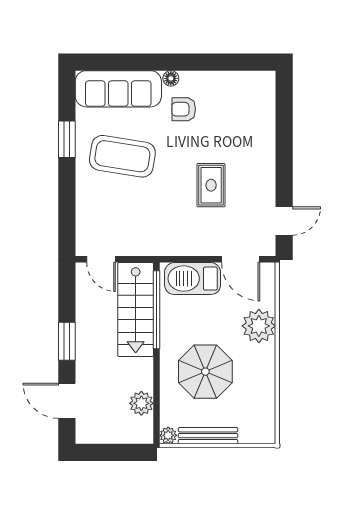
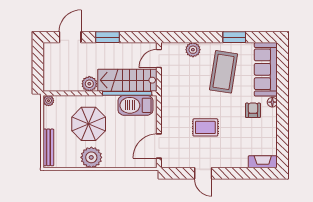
fireplace: (266, 93) -> (263, 162), added
plant: (87, 205) -> (193, 50), added
door: (284, 221) -> (203, 173), moved
barbecue: (193, 279) -> (135, 105), moved, turned -90
plant: (259, 326) -> (91, 157), moved
plant: (141, 403) -> (89, 84), moved
bench: (208, 436) -> (48, 147), moved

